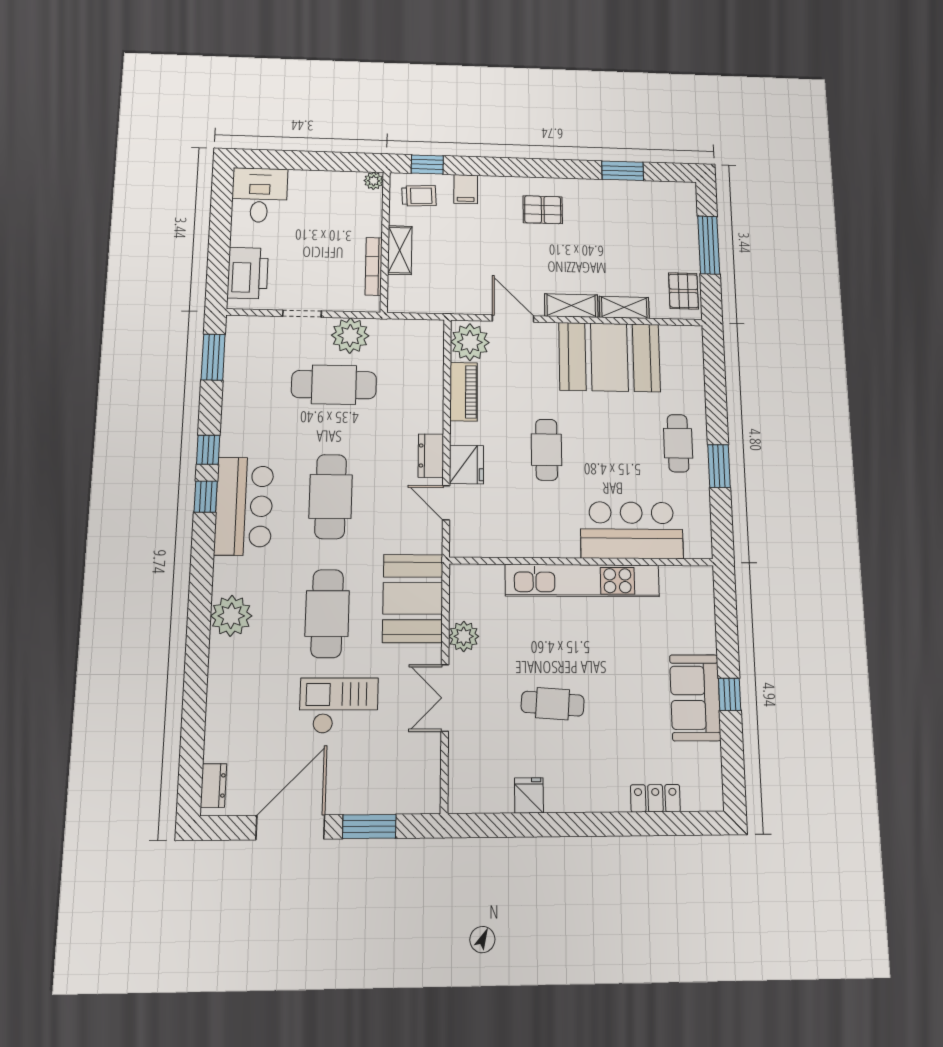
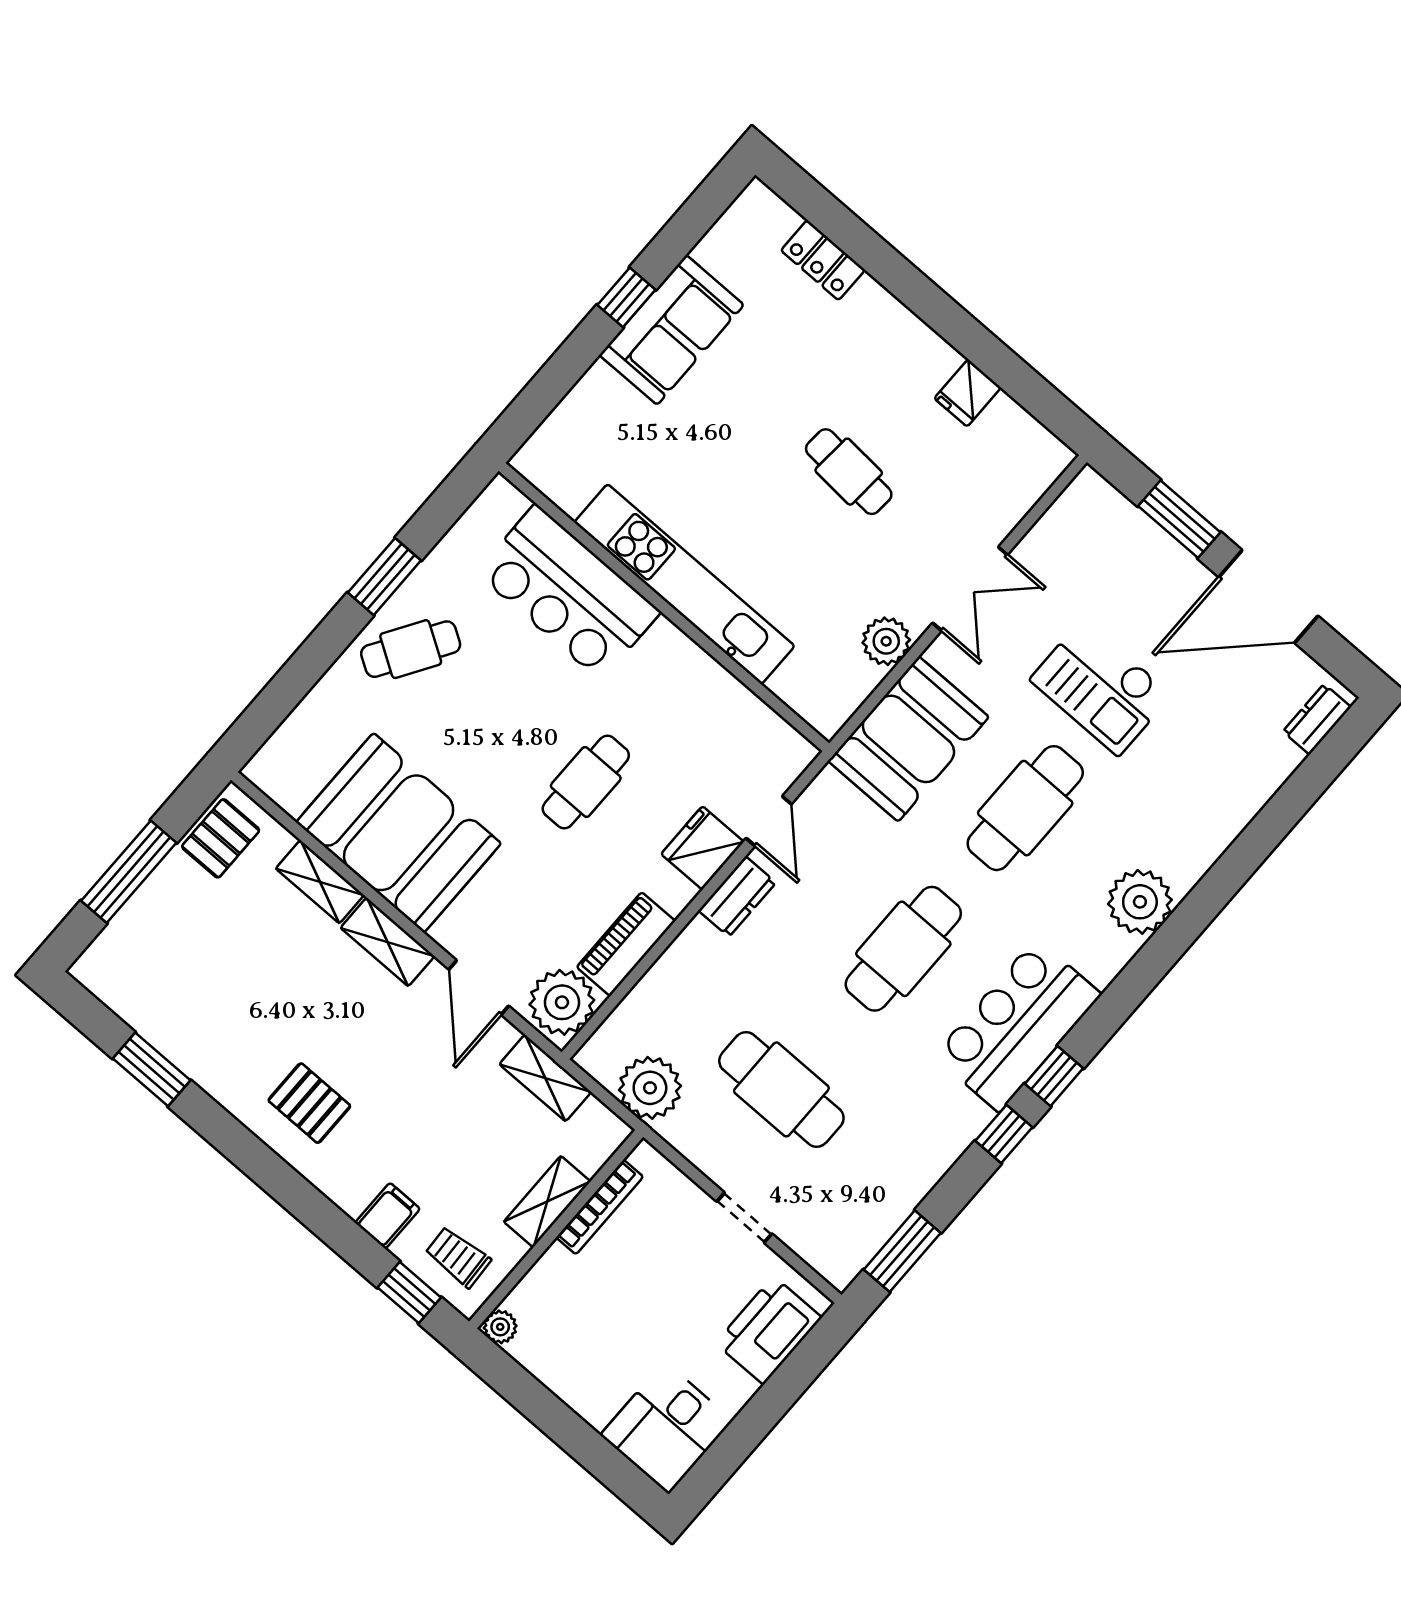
shelving: (448, 303) -> (545, 1078), added
plant: (350, 336) -> (650, 1088), moved
cafe table: (678, 443) -> (411, 649), turned 32

